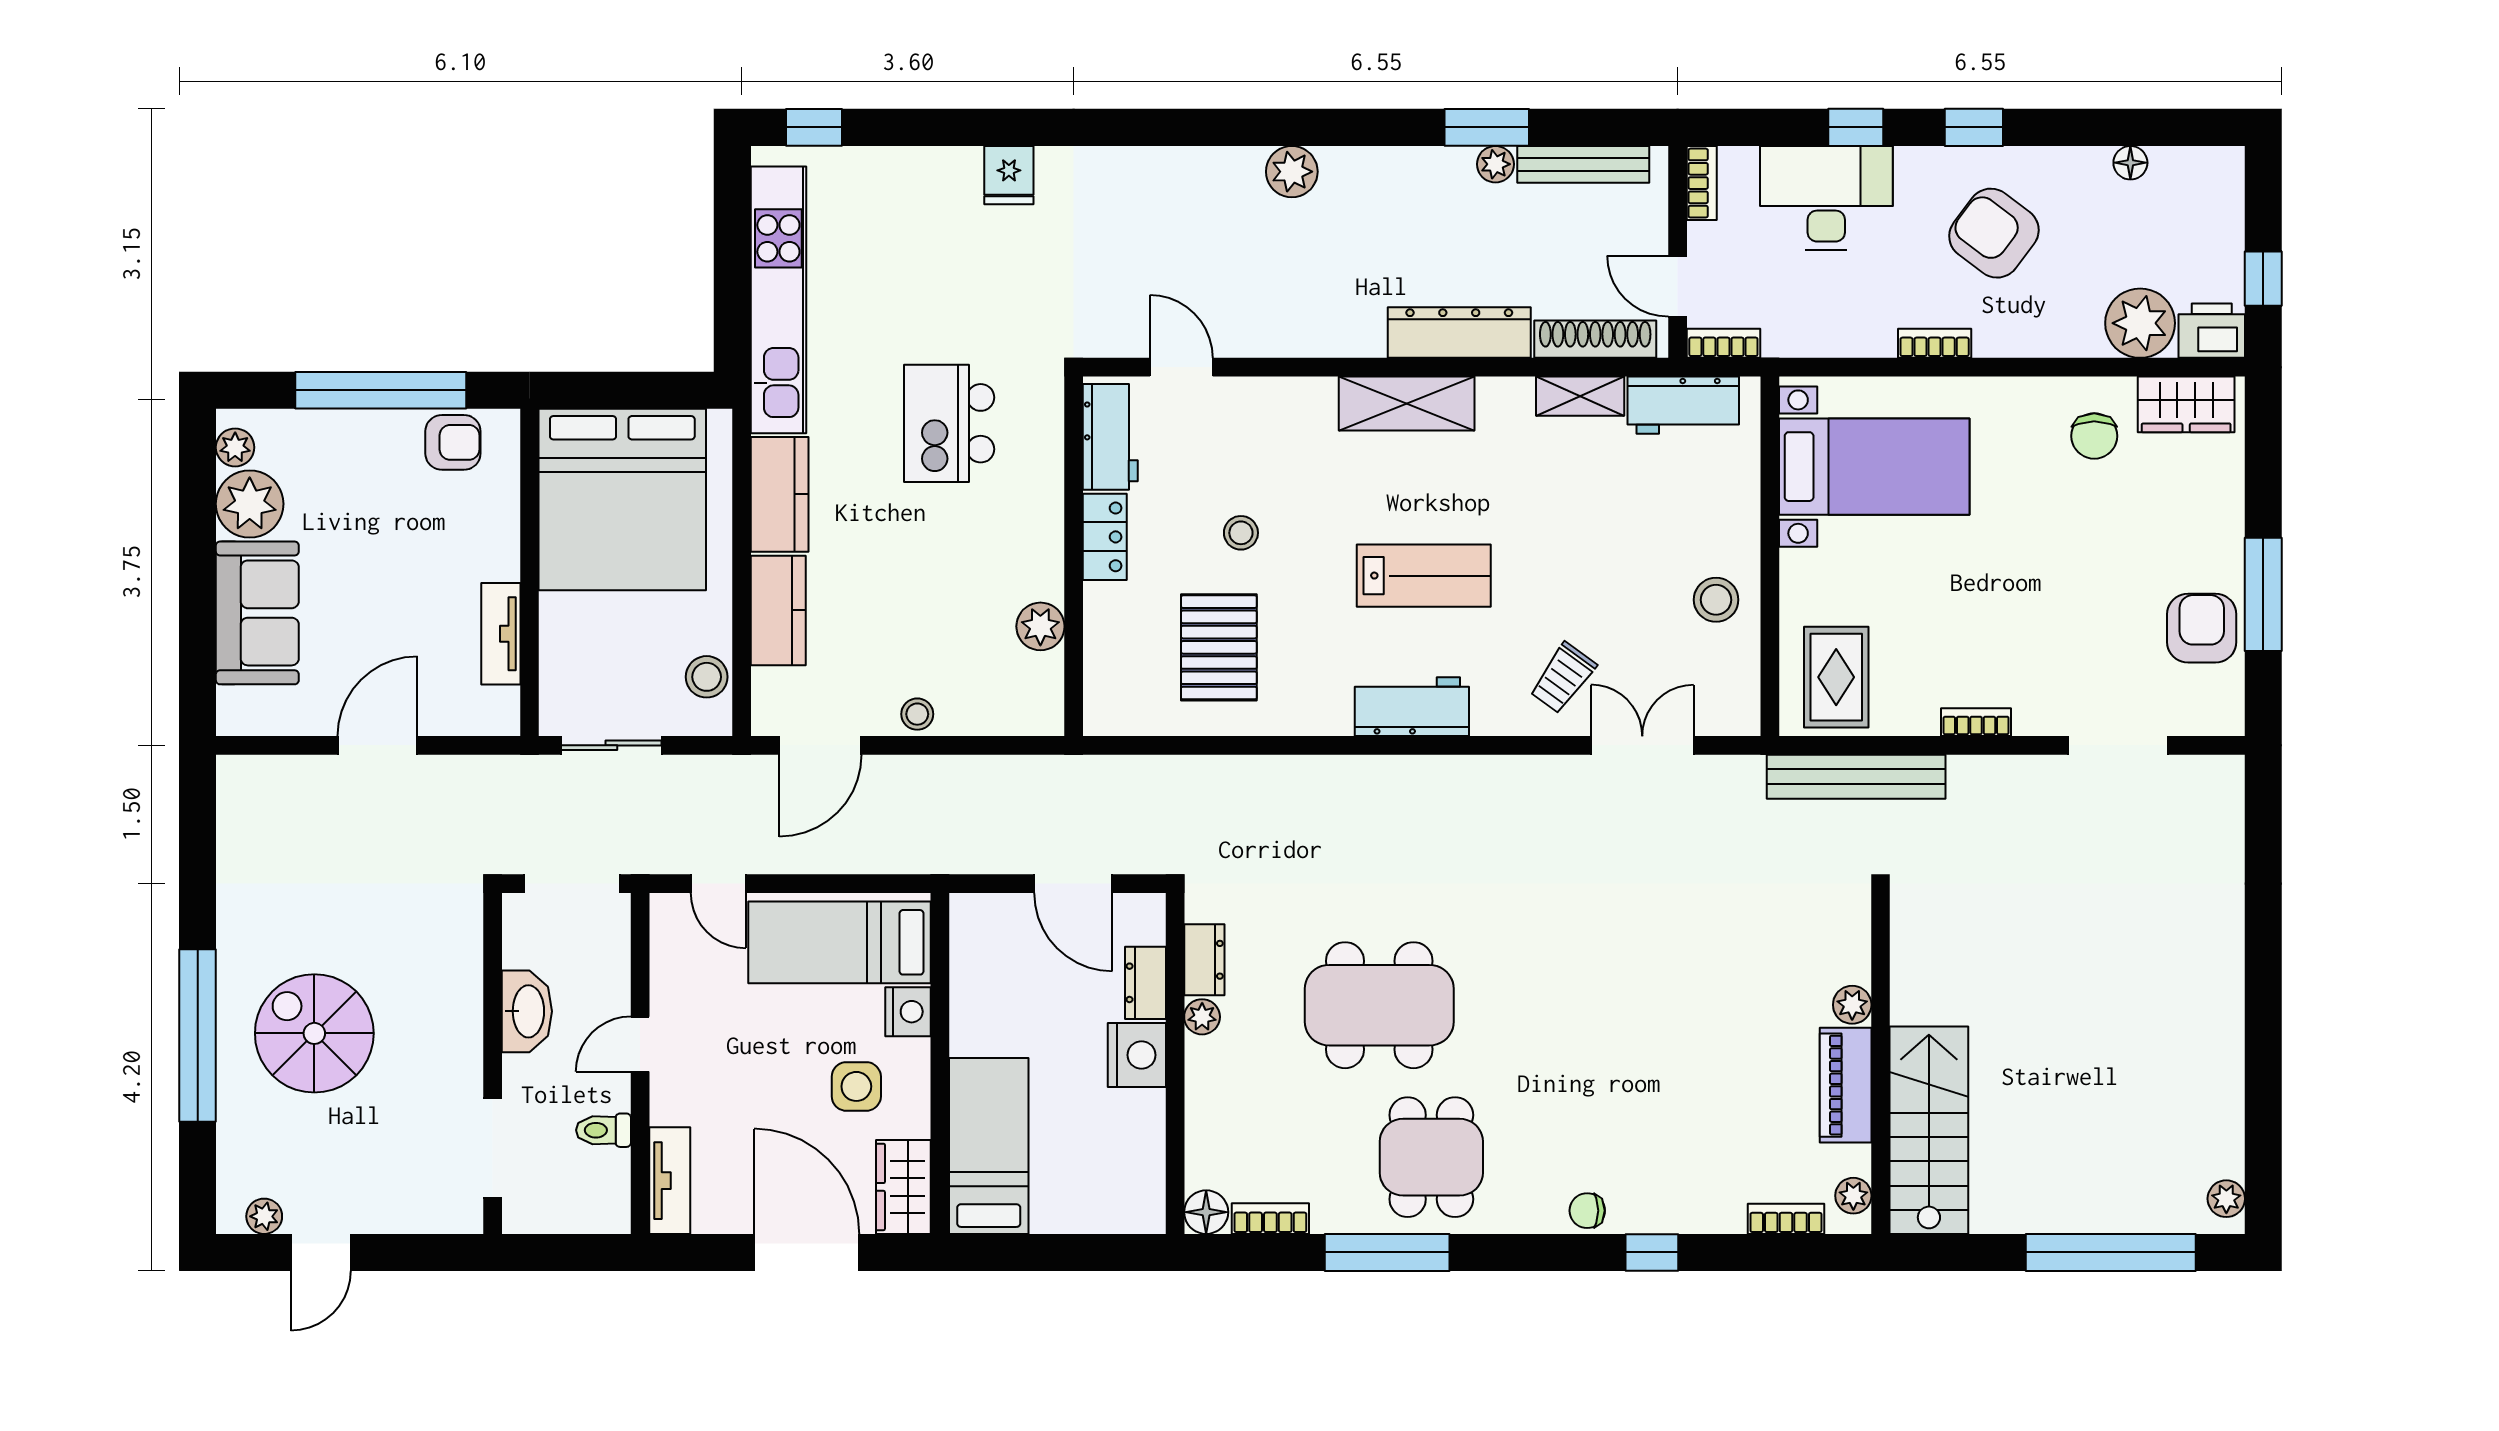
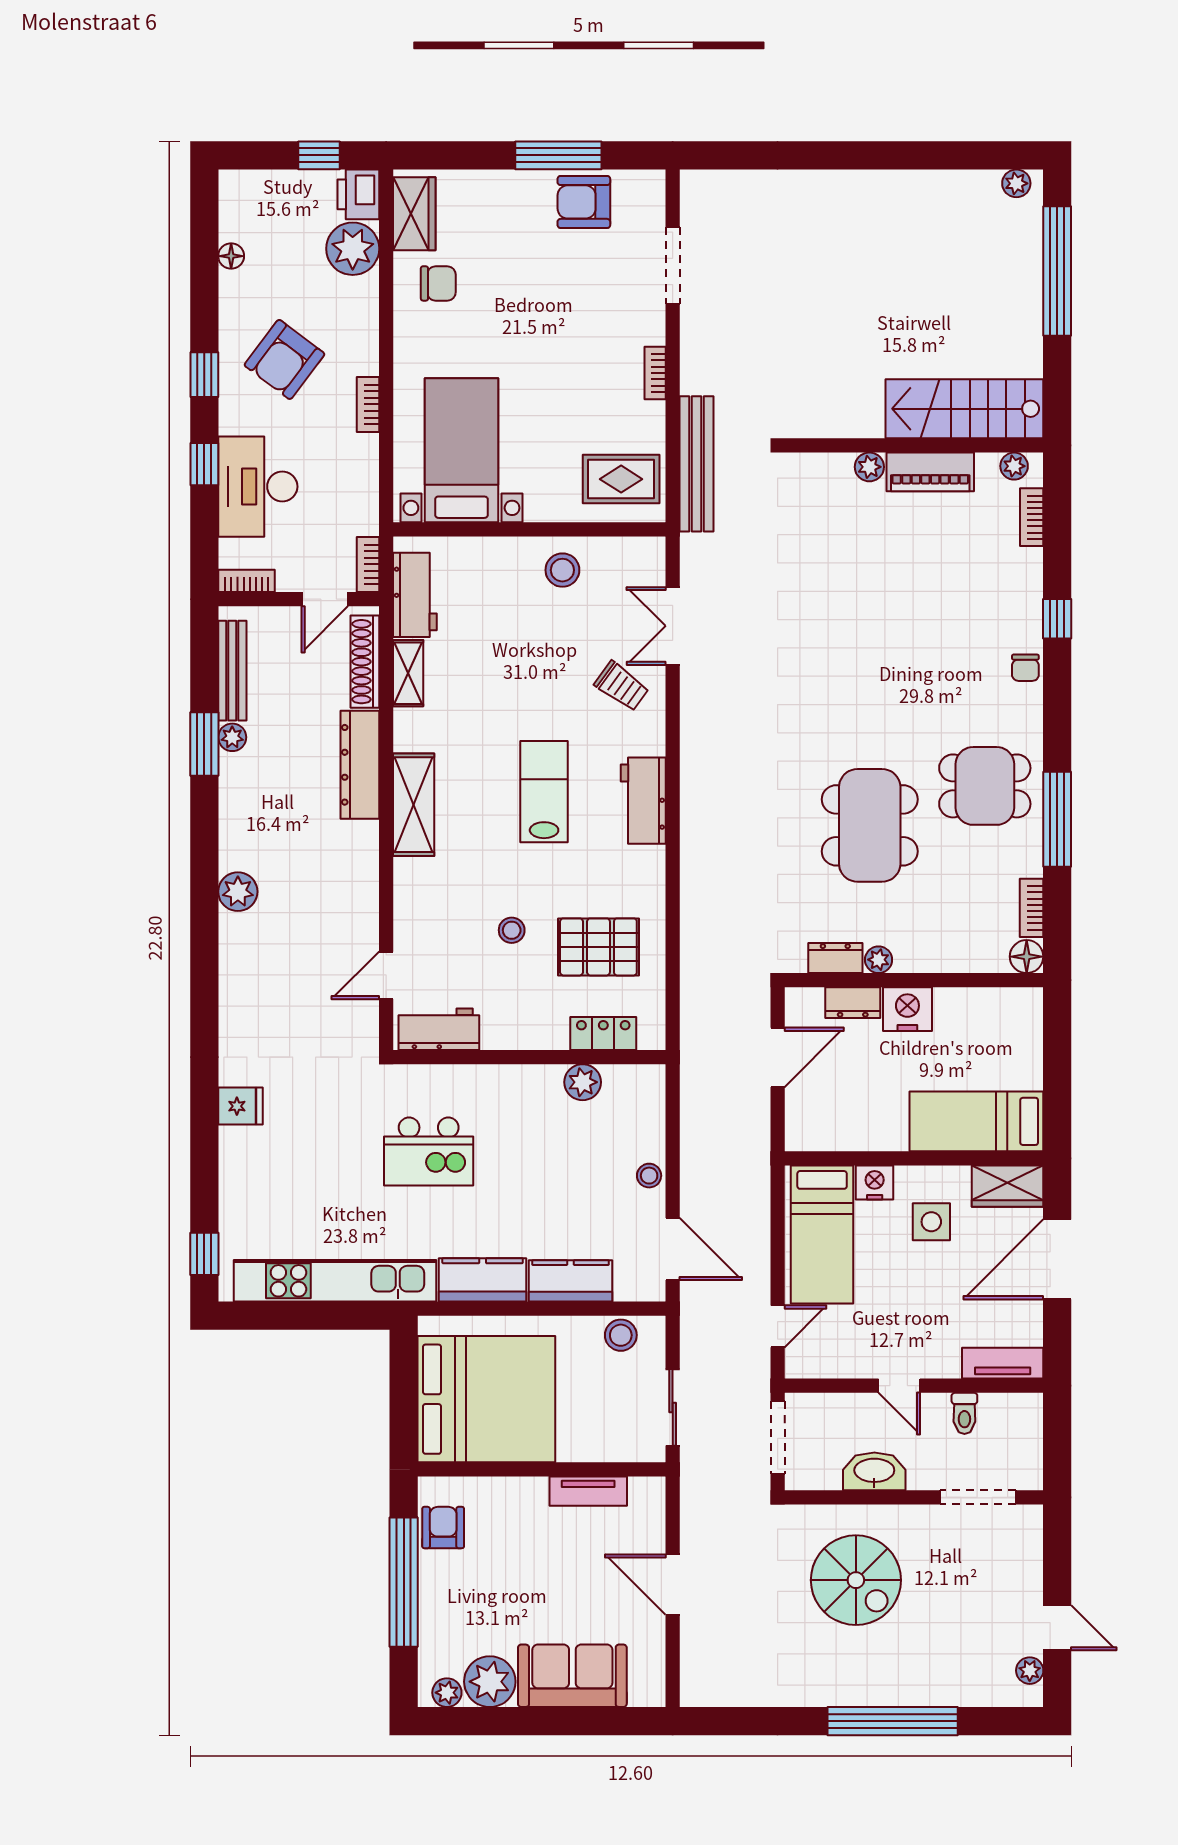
locker: (1105, 537) -> (603, 1034), moved
spiral stairs: (314, 1033) -> (856, 1580), moved, turned -90

